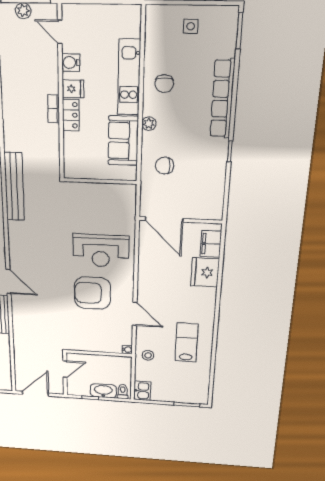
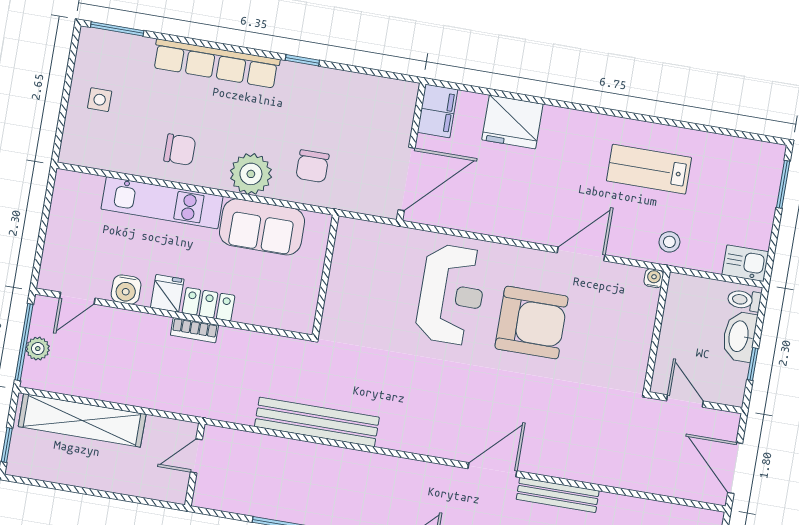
plant: (149, 124) -> (251, 174), width x1.87, depth x1.87
filing cabinet: (211, 244) -> (438, 111), moved, turned -90
armchair: (93, 293) -> (532, 323), turned -90

